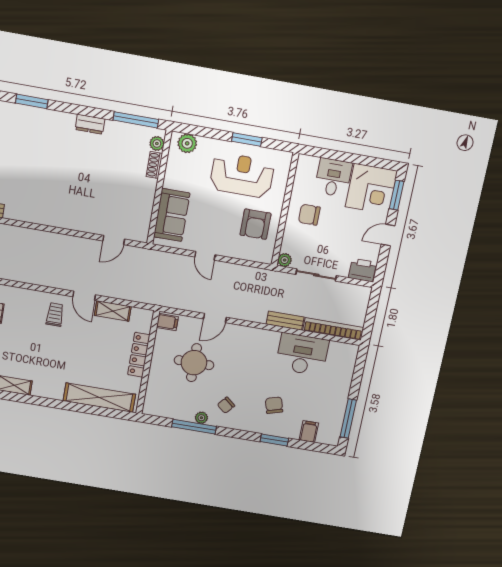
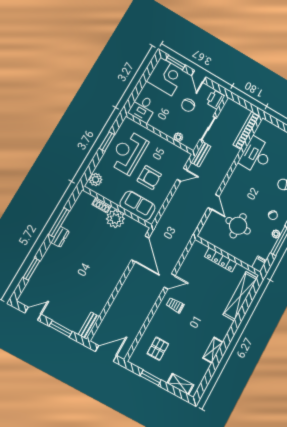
window: (136, 120) -> (59, 223), moved
plant: (157, 144) -> (115, 219), moved, width x1.87, depth x1.87
desk: (333, 177) -> (143, 108), moved, turned -90
chair: (309, 215) -> (188, 105), moved
armchair: (255, 224) -> (149, 178), moved
door: (114, 240) -> (140, 249), width x1.88
door: (205, 256) -> (182, 175), moved
plant: (285, 260) -> (178, 137), moved
shelving: (113, 311) -> (186, 266), removed
bench: (285, 321) -> (201, 154), moved
filing cabinet: (167, 322) -> (259, 264), moved

